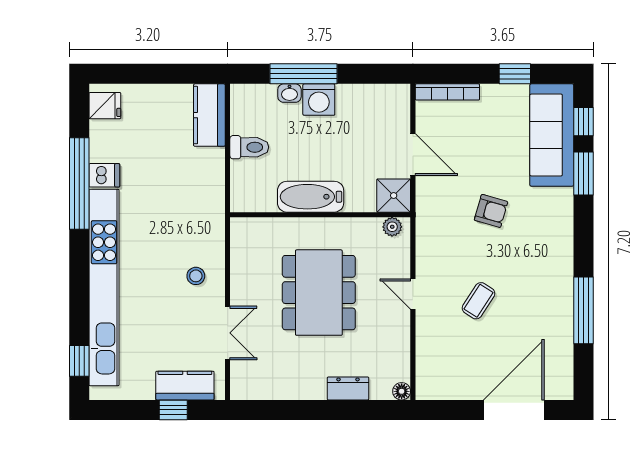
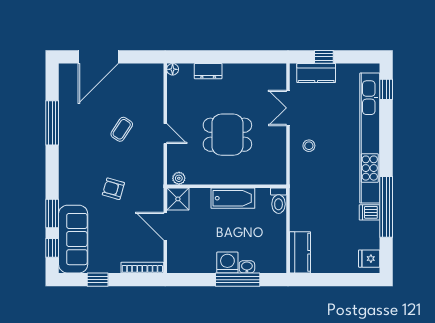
toilet: (249, 147) -> (279, 201), moved, turned -90
dining table: (319, 293) -> (227, 135), width x0.73

